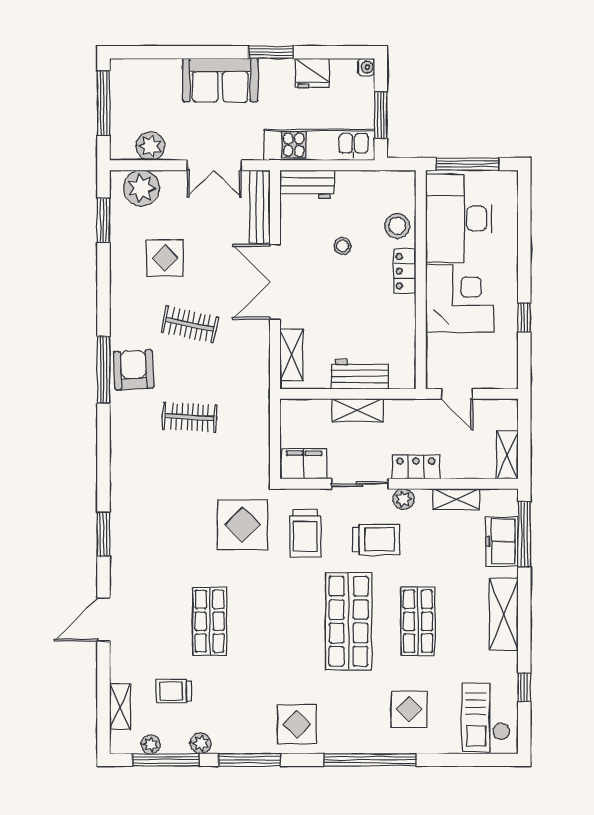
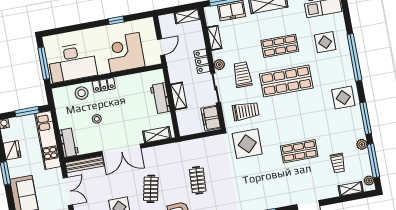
corner desk: (460, 299) -> (125, 53), moved
plant: (151, 744) -> (369, 181), moved

